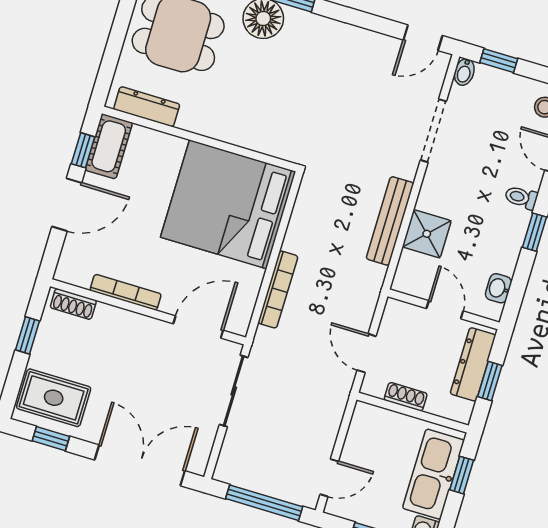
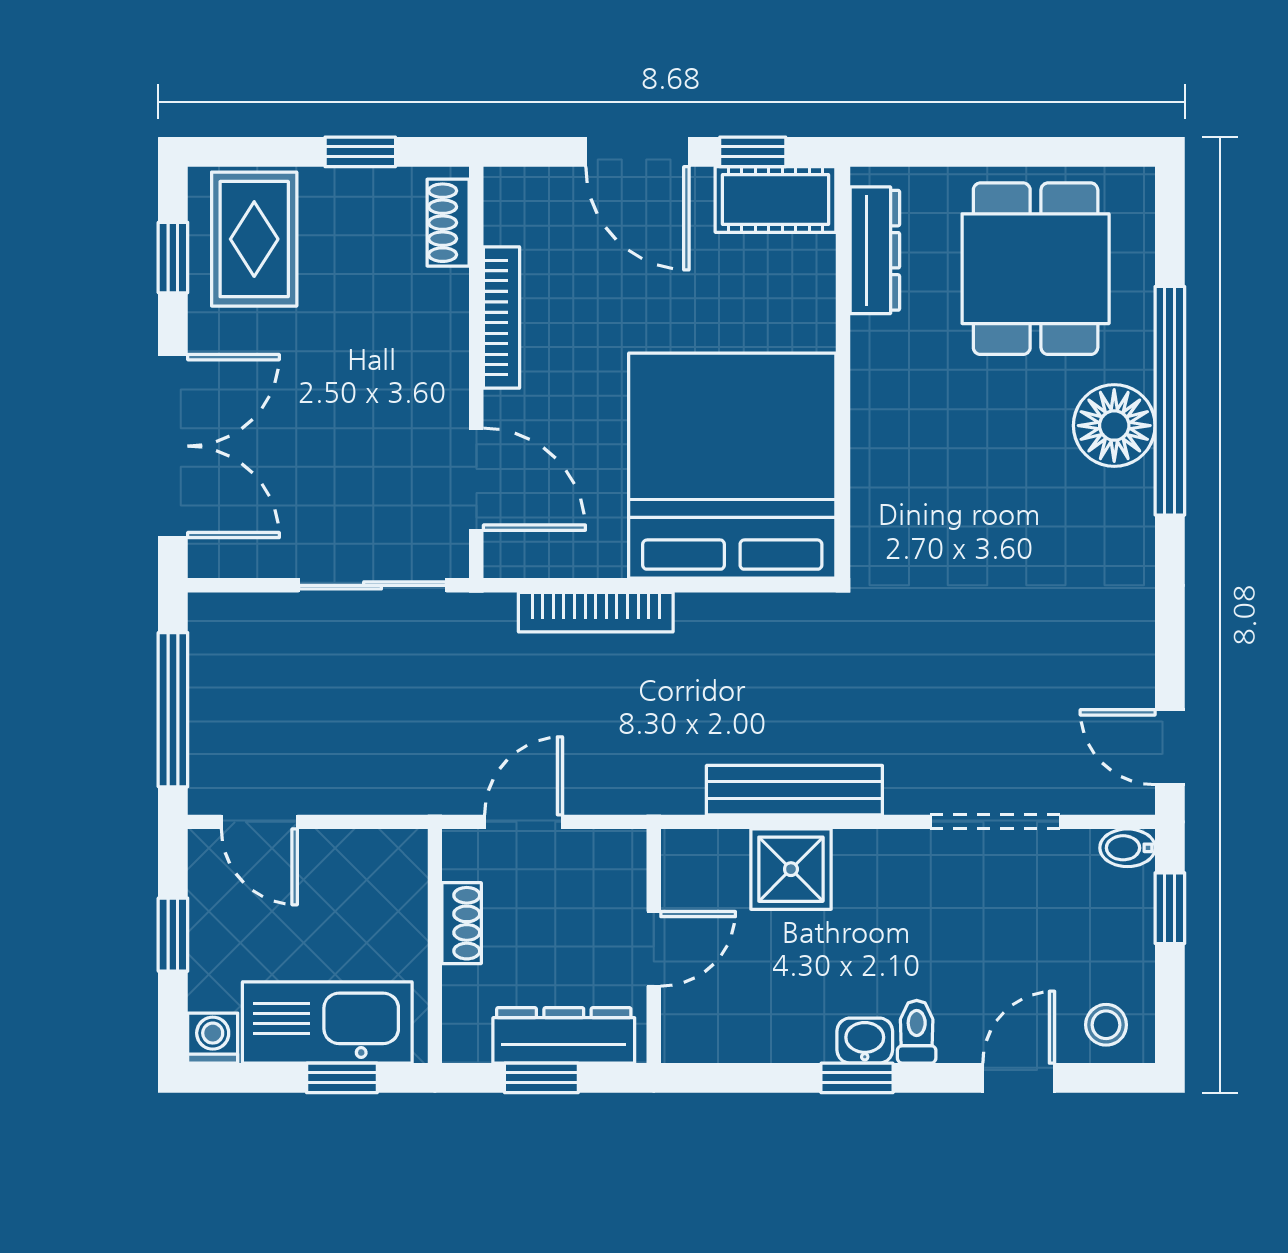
washbasin: (499, 288) -> (865, 1041), moved

